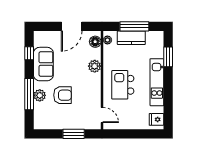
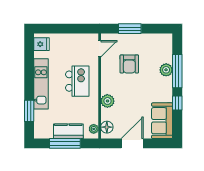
window: (29, 53) -> (177, 103), moved
sofa: (43, 64) -> (162, 121), moved
armchair: (62, 95) -> (129, 64), moved, turned -90
door: (102, 115) -> (100, 49), swing flipped

